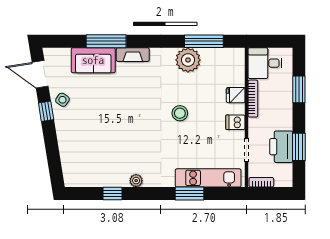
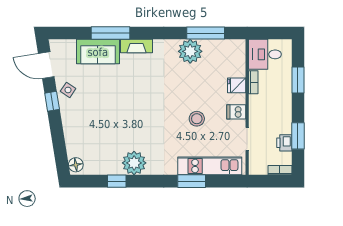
bookcase: (253, 99) -> (253, 82), width x0.64
stool: (180, 113) -> (197, 119), moved
printer: (281, 147) -> (284, 143), width x0.53, depth x0.68
floor lamp: (70, 177) -> (76, 165), added
plant: (136, 181) -> (134, 163), width x1.88, depth x1.88
bookcase: (261, 182) -> (280, 170), moved

